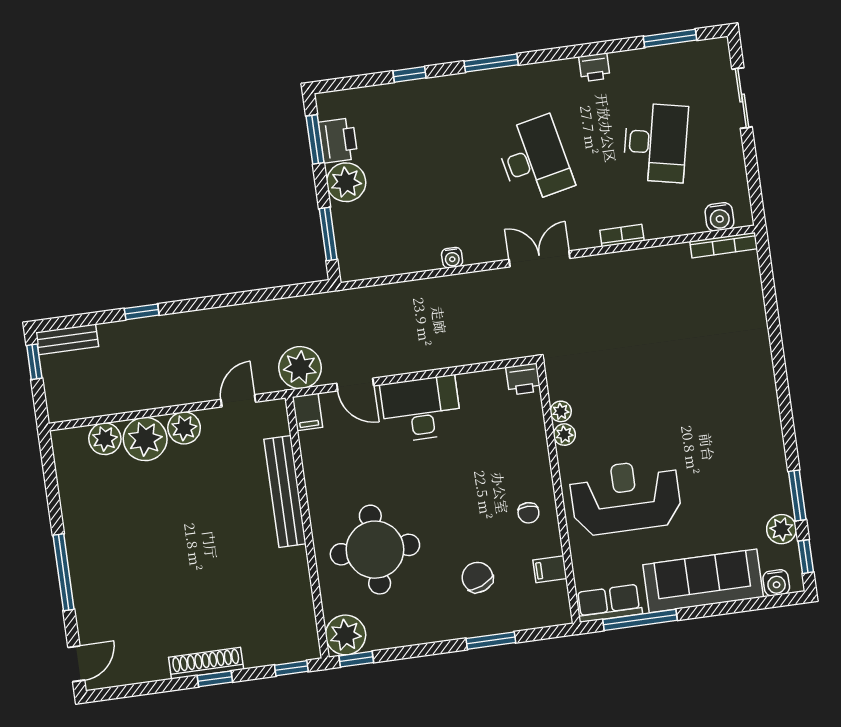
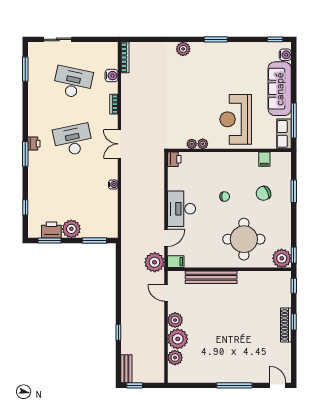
printer: (594, 67) -> (34, 144), moved
window: (409, 74) -> (25, 207), moved
water cooler: (719, 217) -> (112, 76), moved
window: (797, 496) -> (216, 39), moved
chair: (528, 513) -> (225, 197), moved
plant: (781, 529) -> (183, 49), moved

